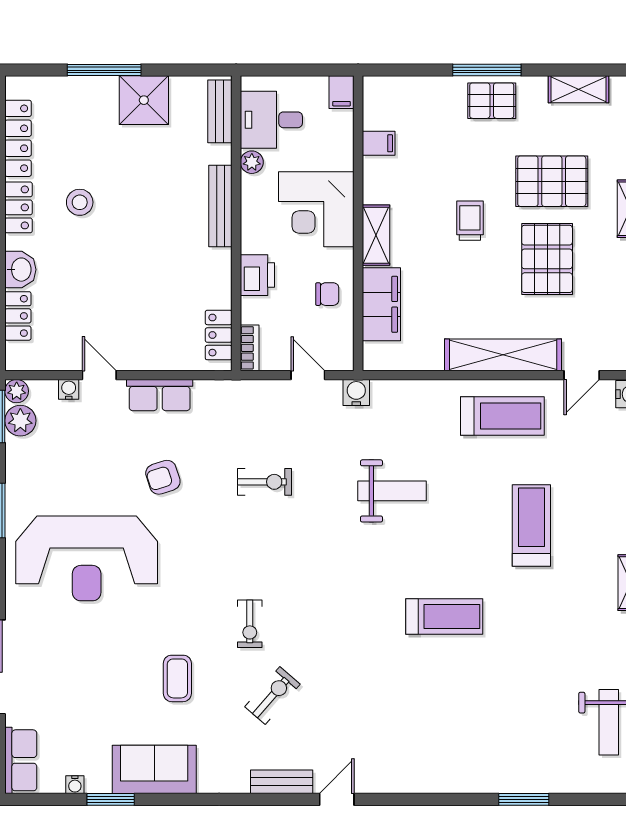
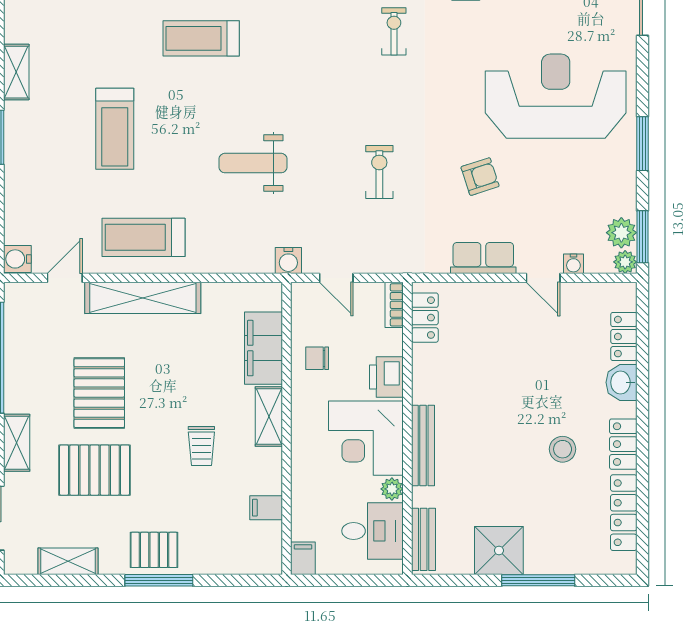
corner desk: (316, 209) -> (366, 438), moved, turned 180
trolley: (470, 221) -> (201, 446), moved
exercise bike: (265, 482) -> (379, 172), turned 90

